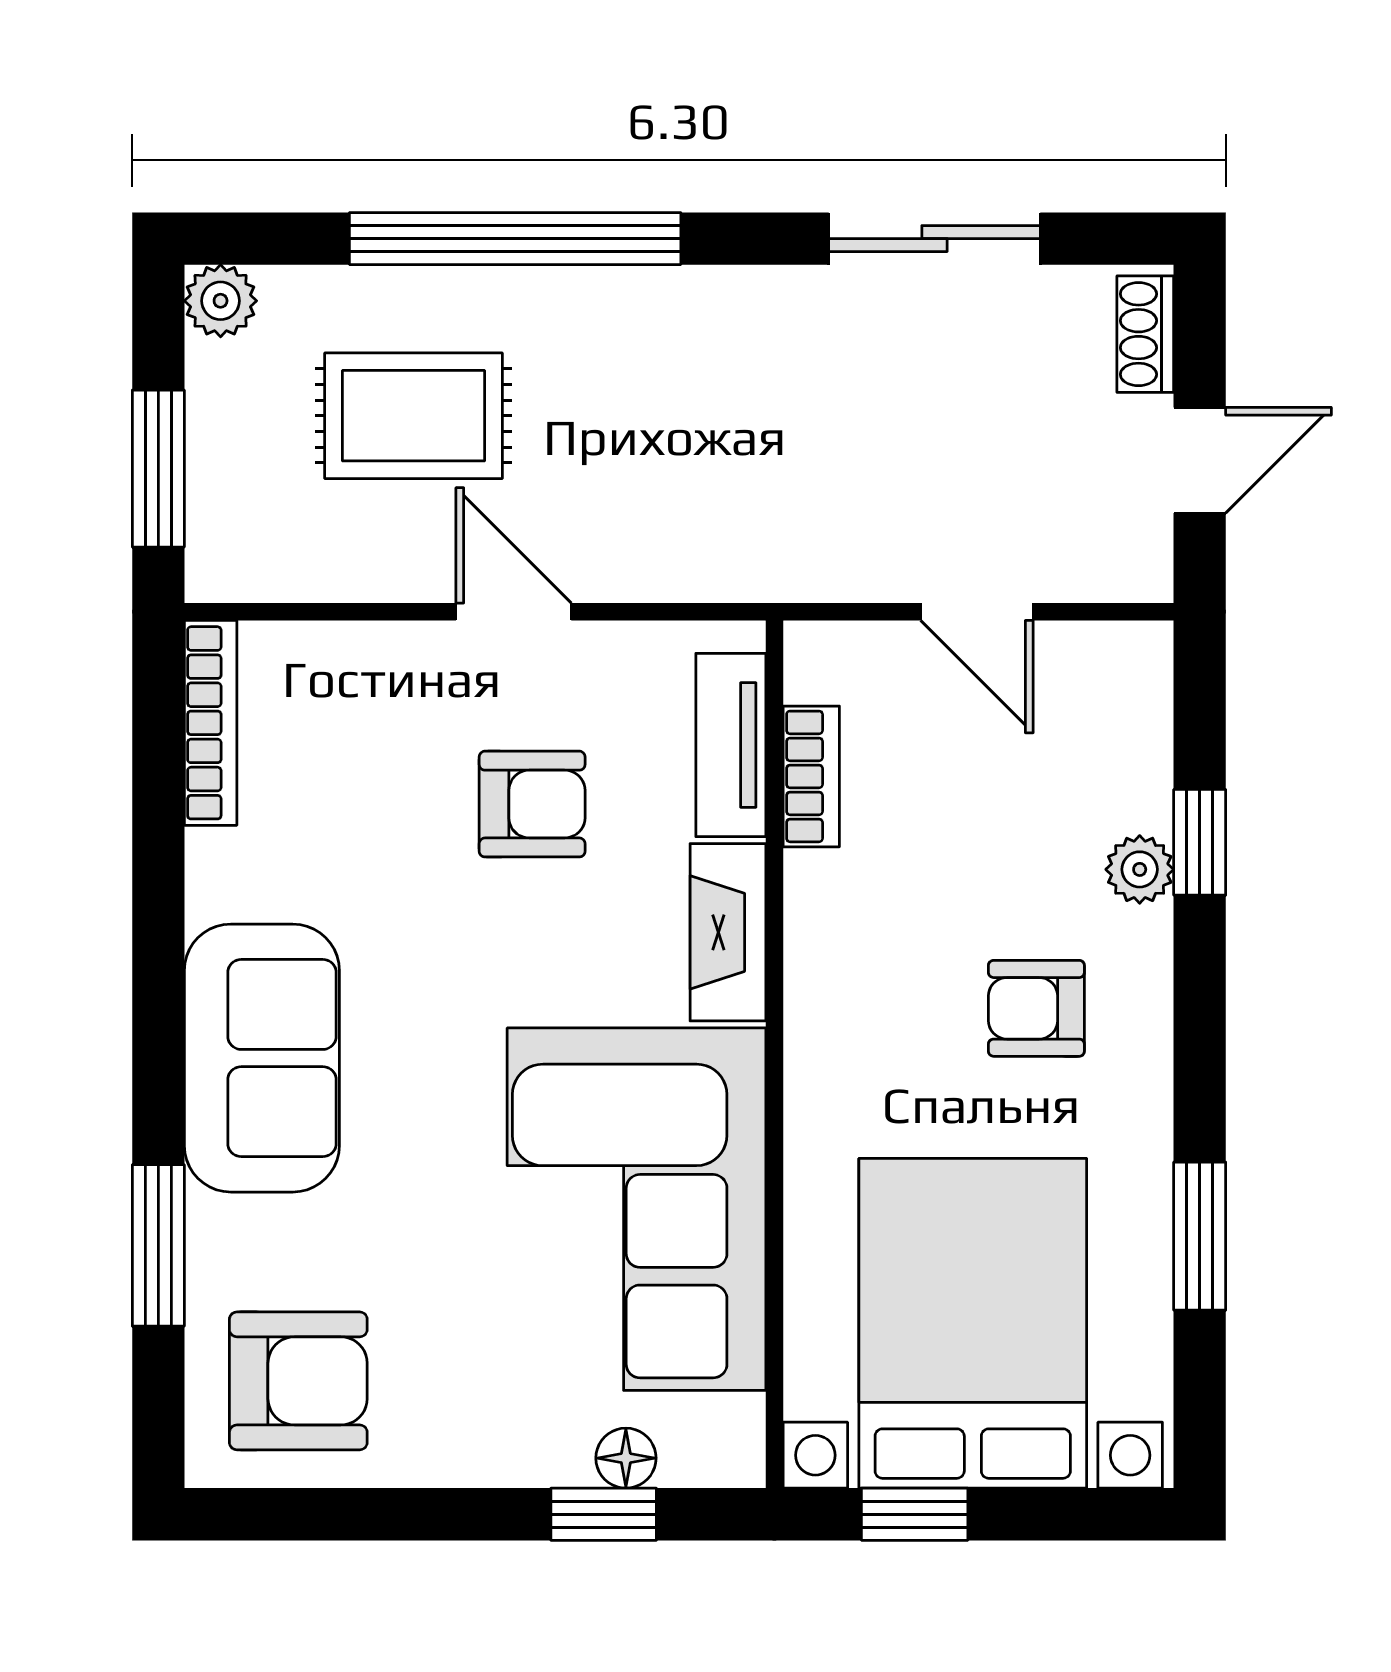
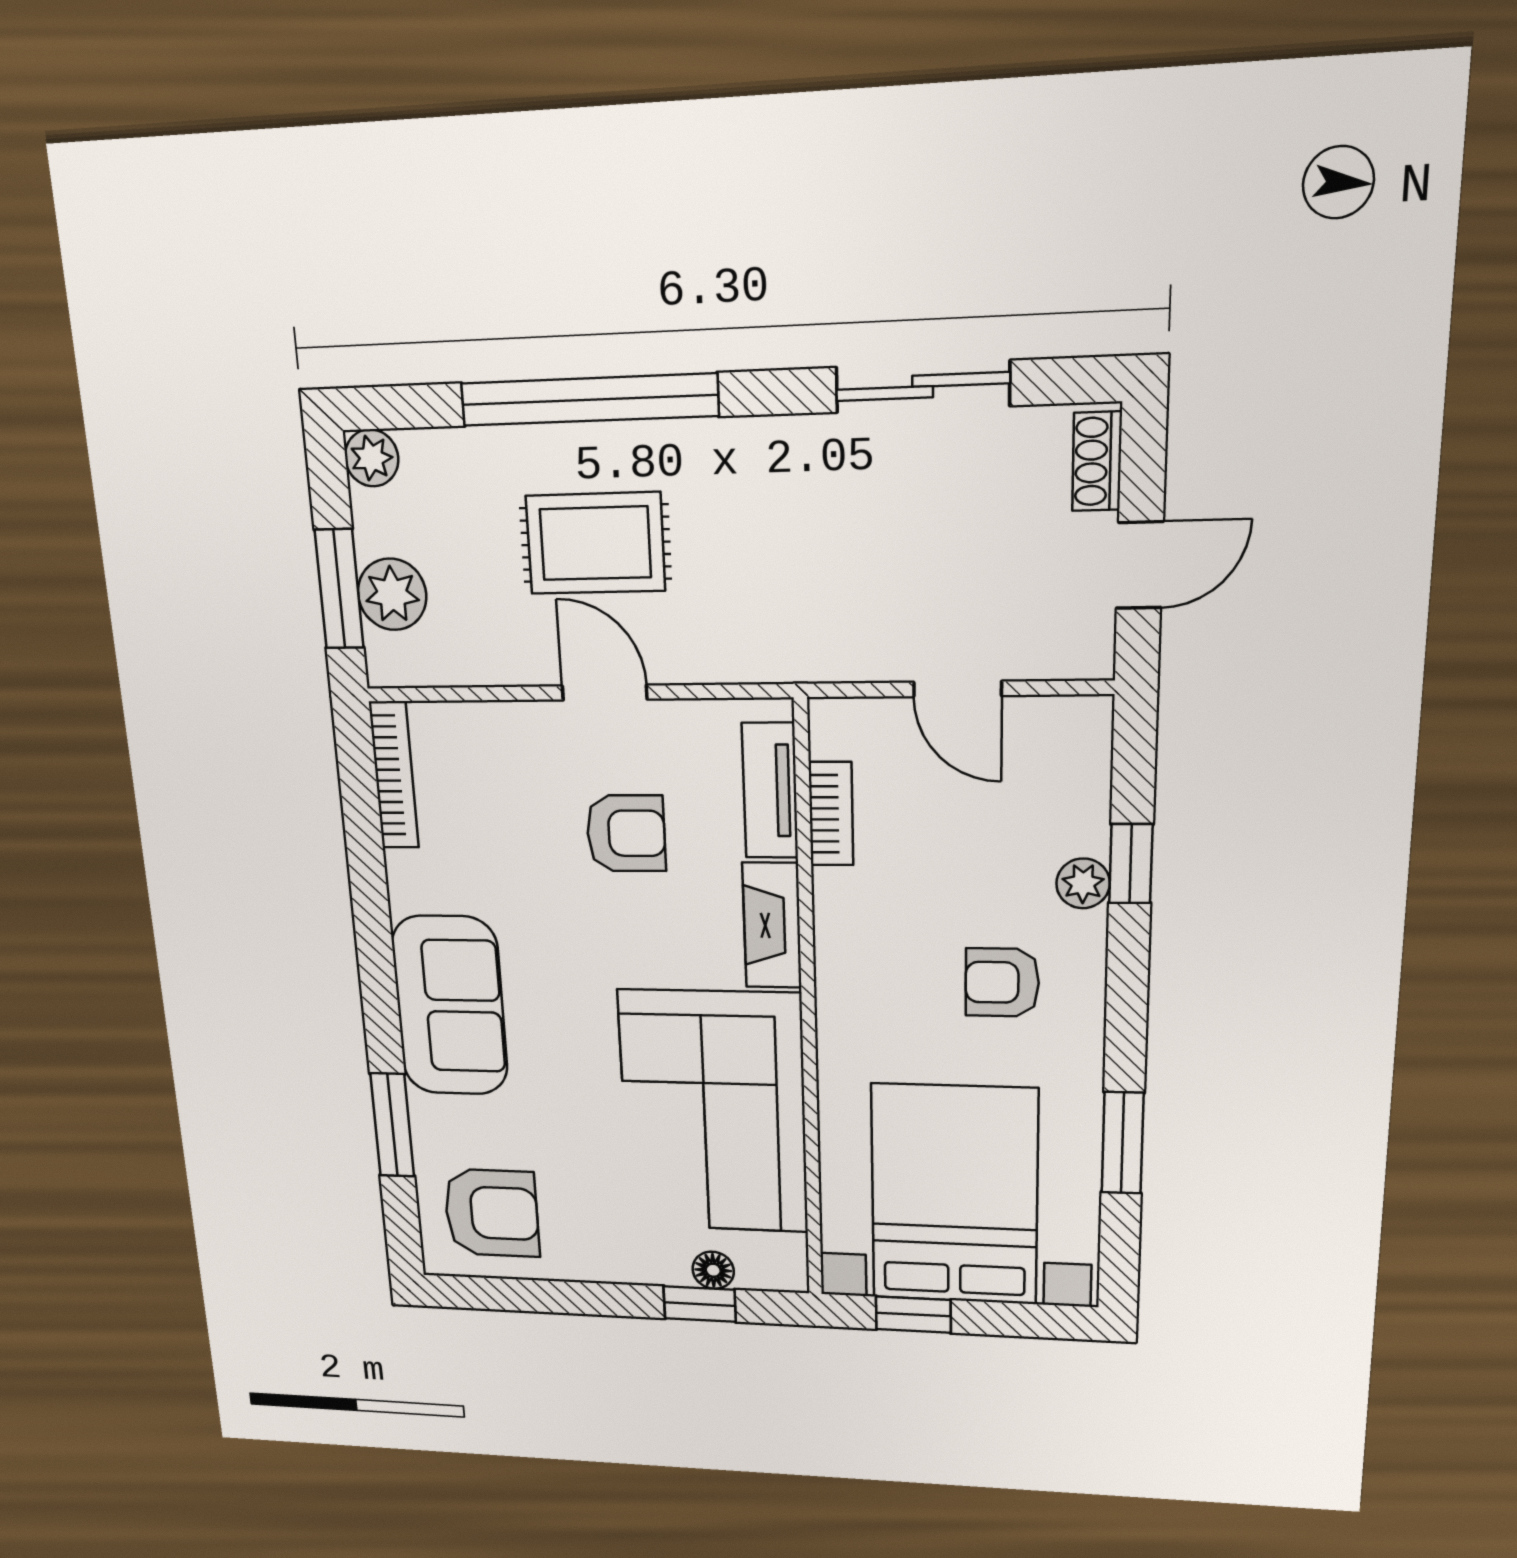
rug: (413, 416) -> (595, 543), moved
plant: (232, 477) -> (392, 594), added

